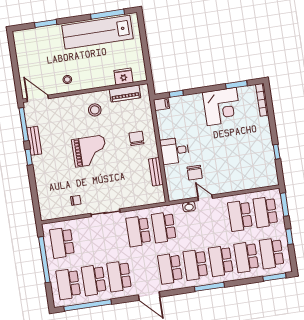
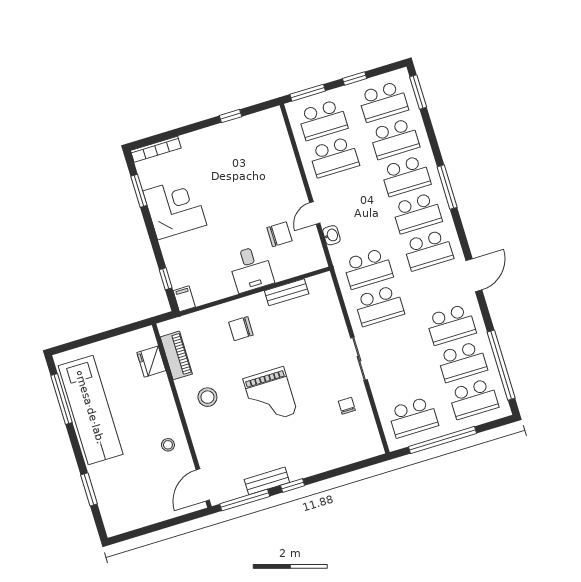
grand piano: (90, 151) -> (270, 396), turned 180

